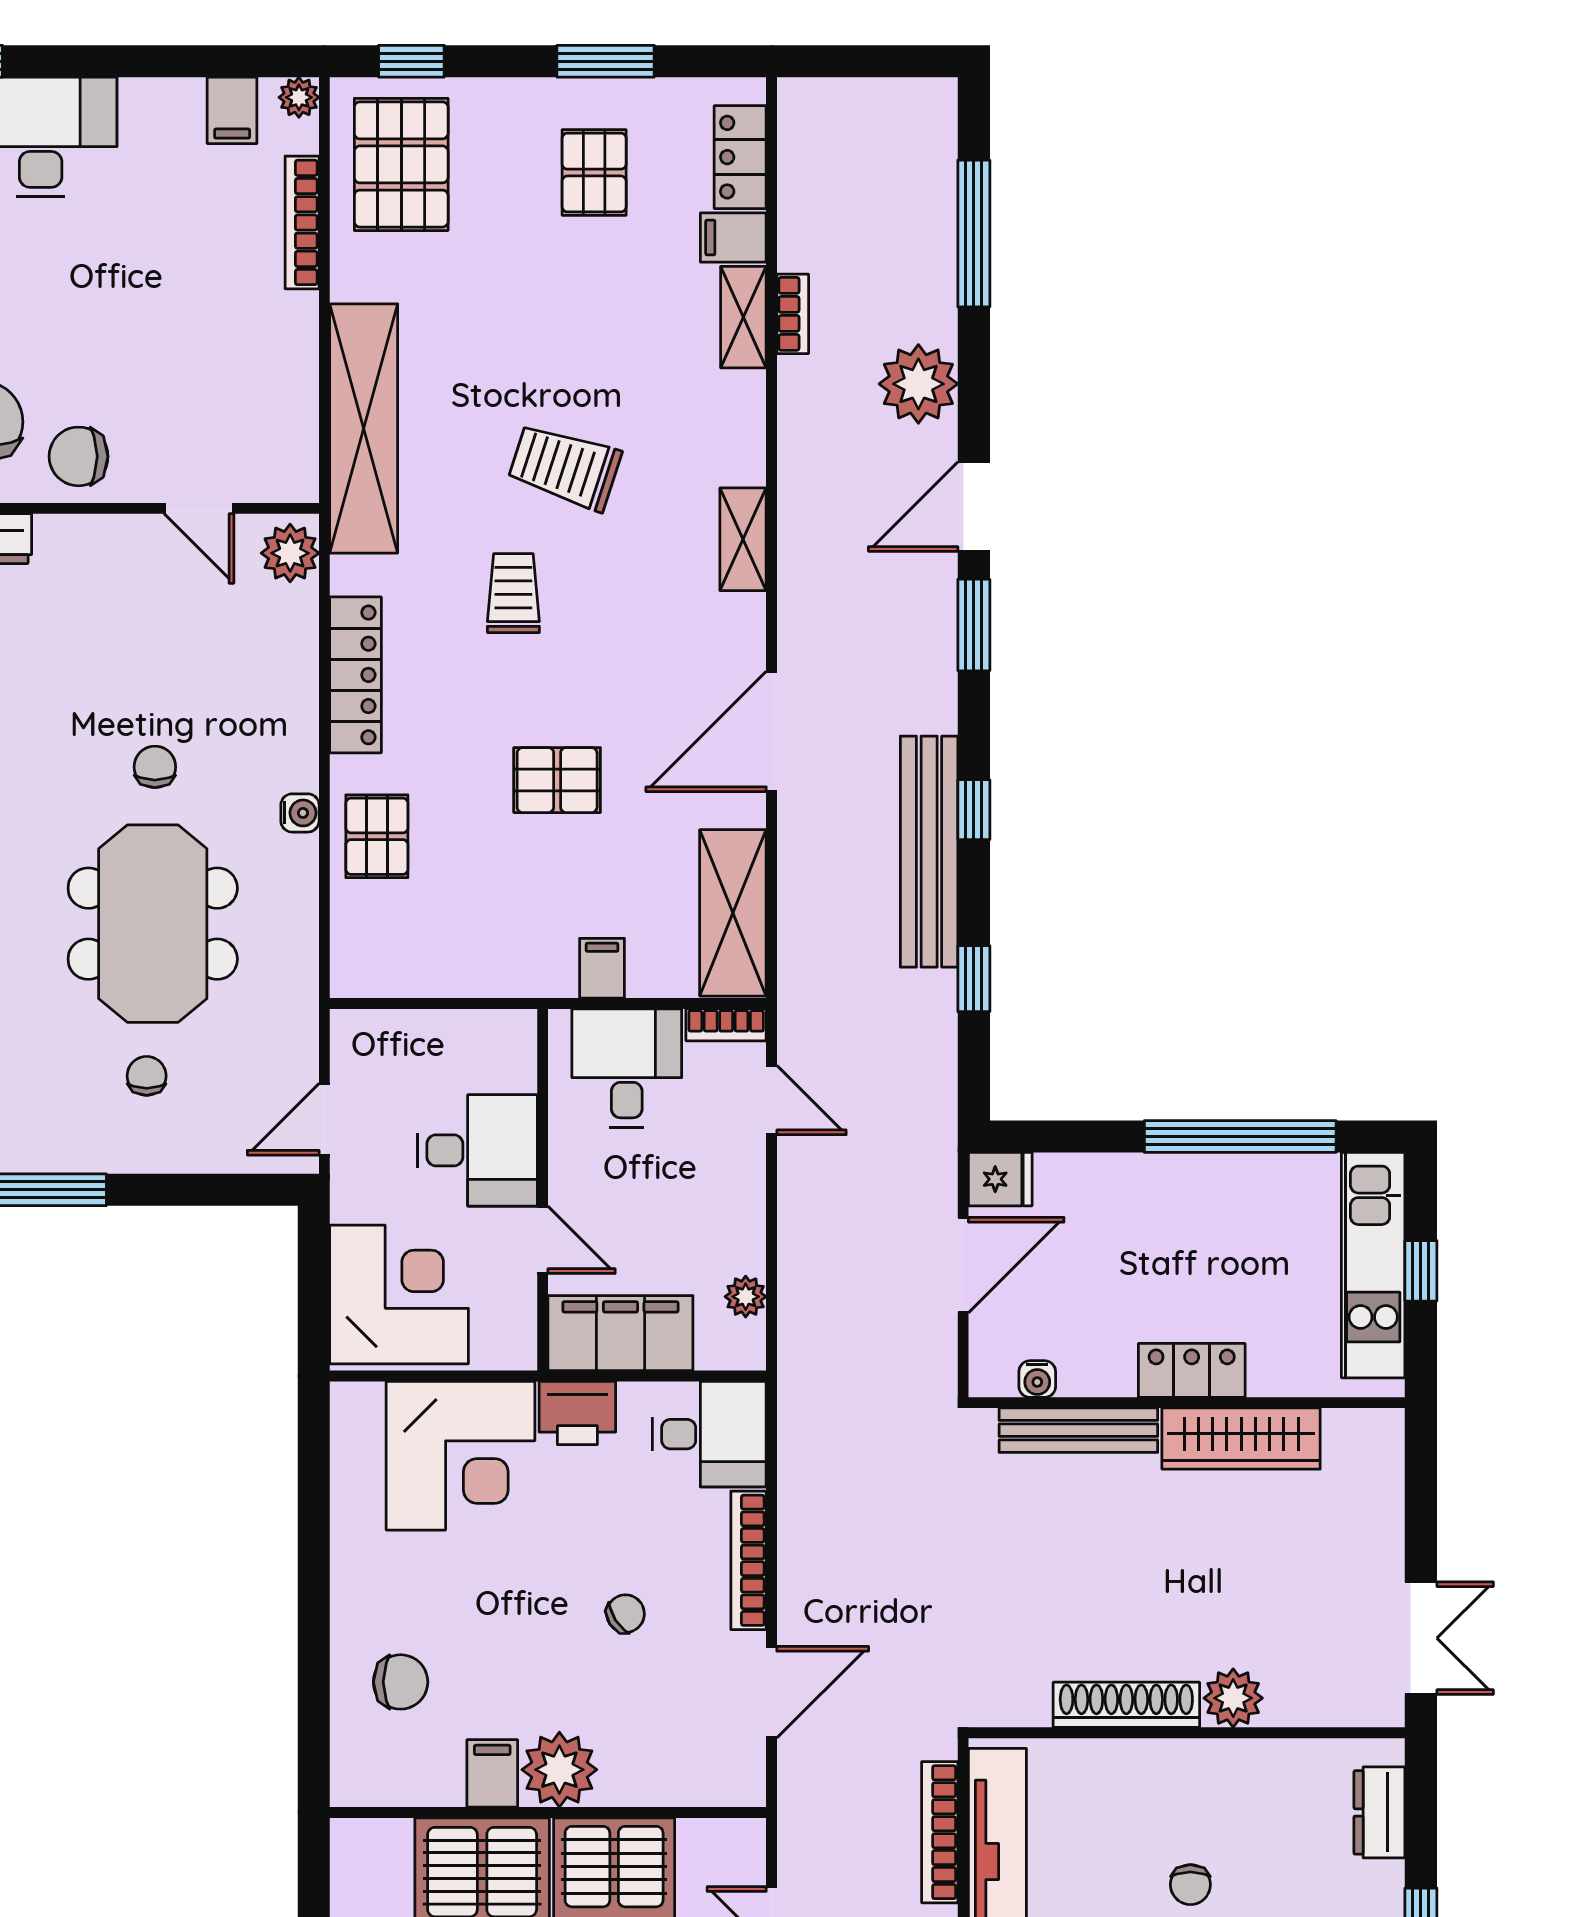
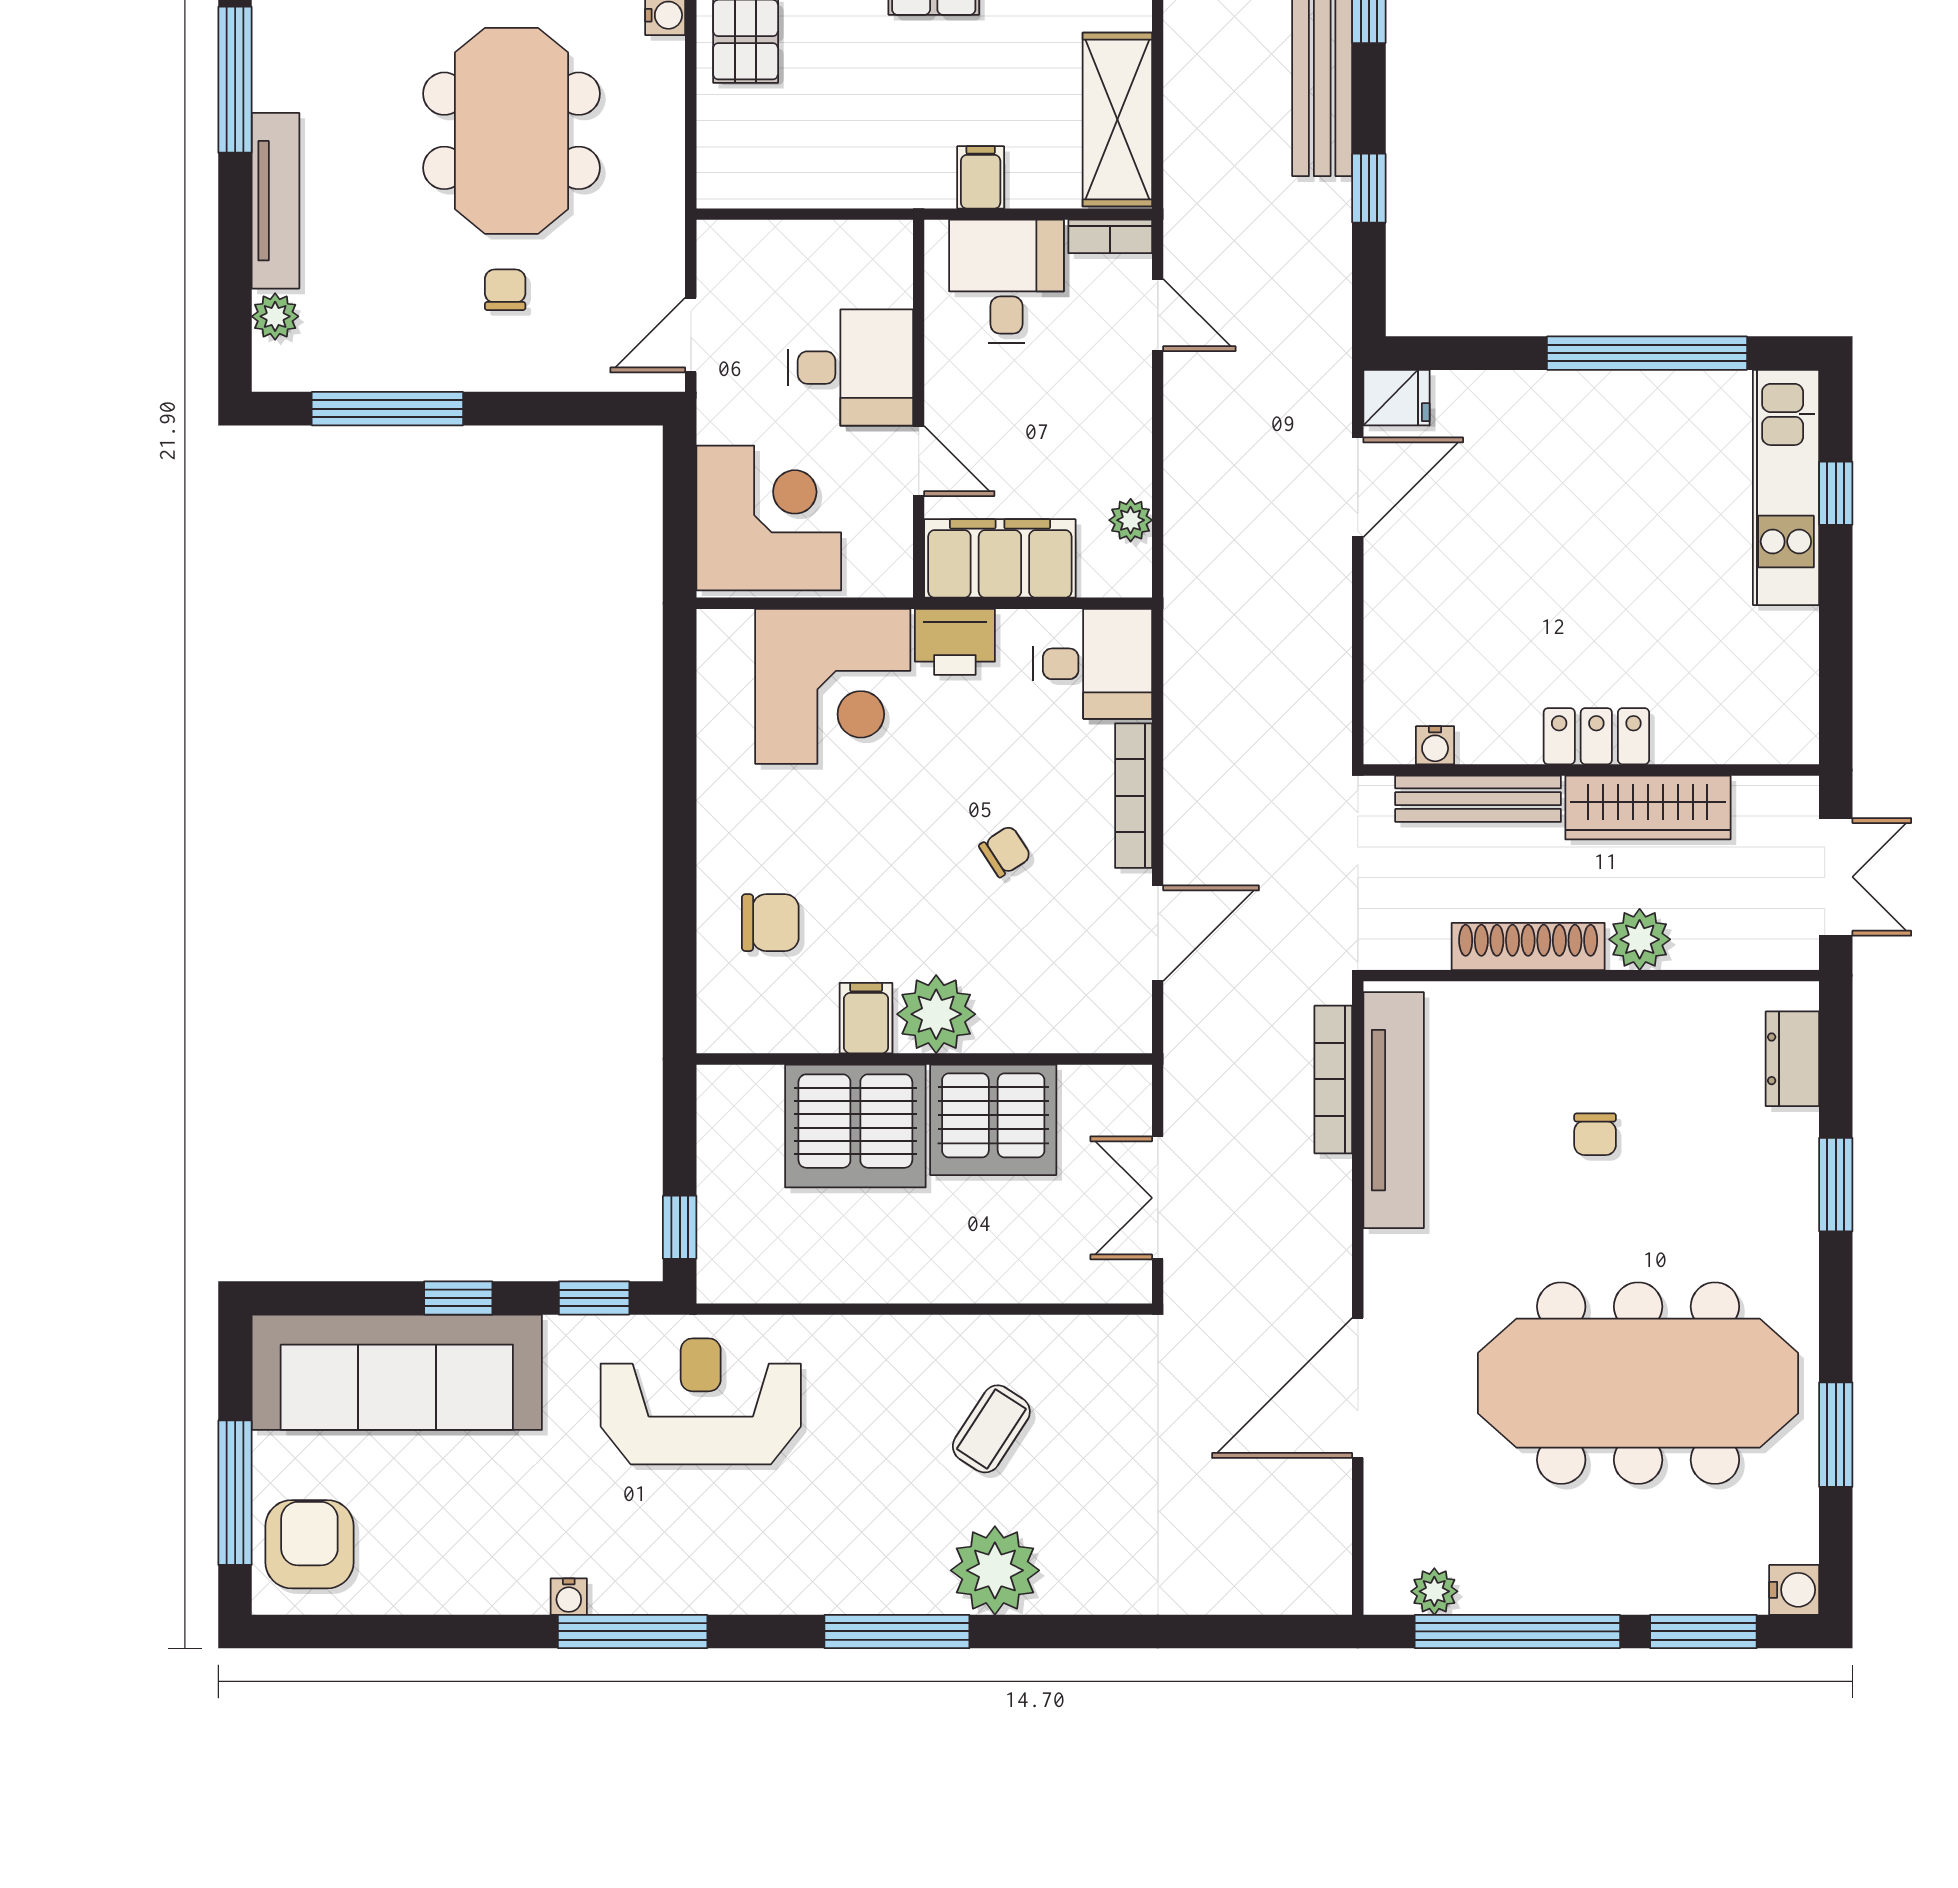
locker: (1192, 1370) -> (1596, 736), moved
water cooler: (1037, 1379) -> (1435, 745), moved
wall: (1187, 1403) -> (1591, 770), moved
bench: (1078, 1430) -> (1478, 799), moved
wardrobe: (1241, 1439) -> (1648, 807), moved

